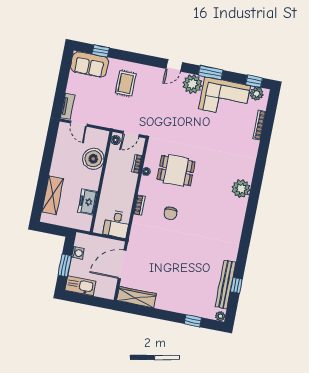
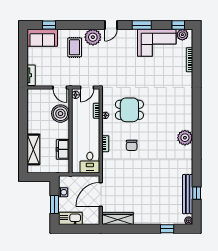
plant: (192, 84) -> (93, 37), moved
door: (79, 124) -> (60, 87), moved
plant: (241, 189) -> (185, 138), moved

